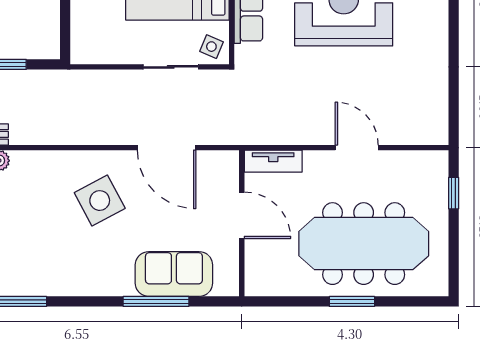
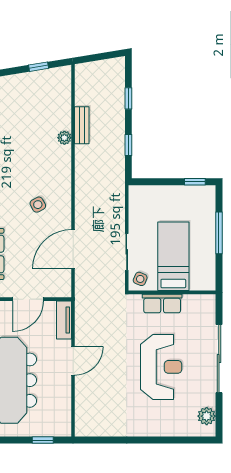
door: (357, 148) -> (73, 361), moved
side table: (100, 201) -> (38, 205), width x0.54, depth x0.54

